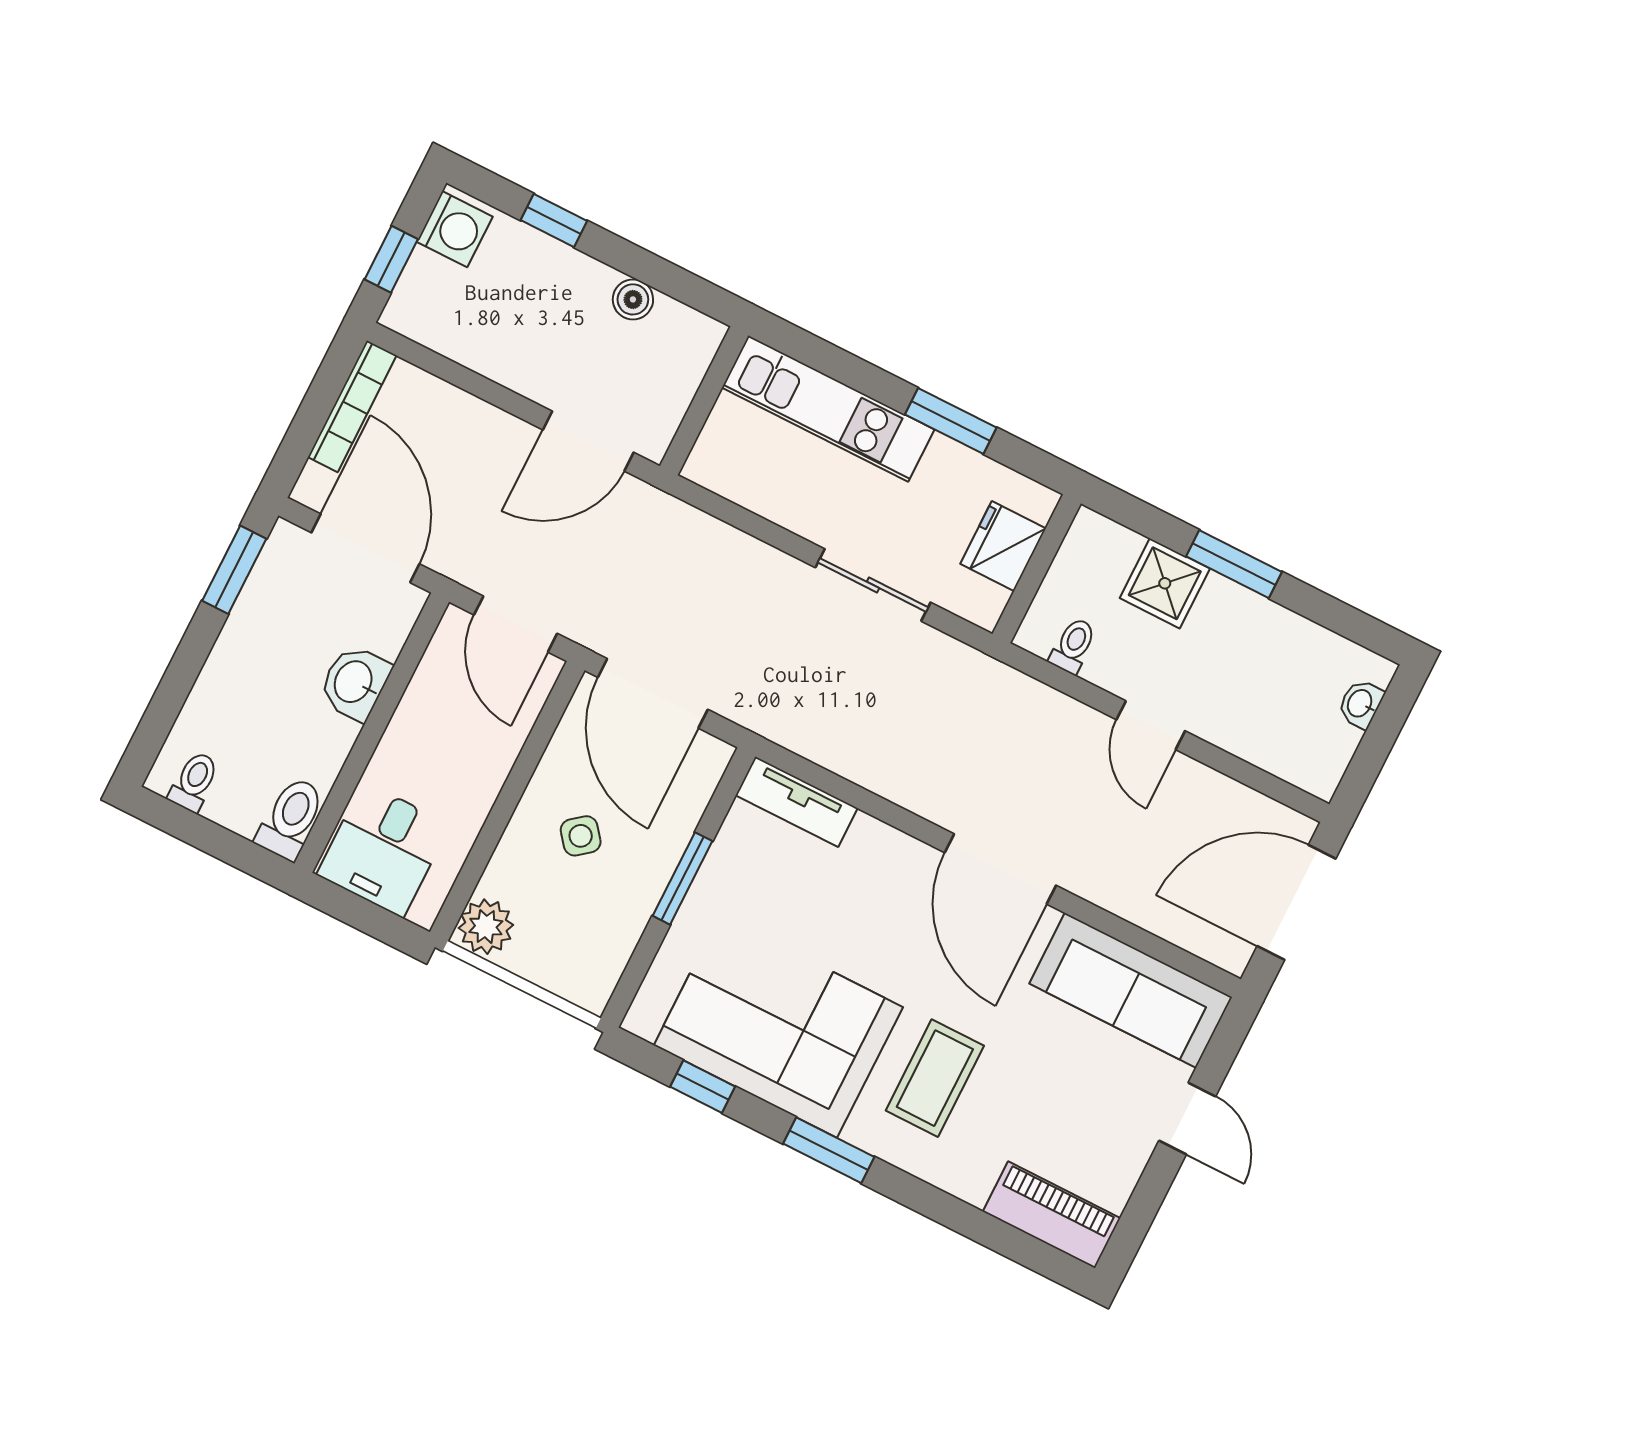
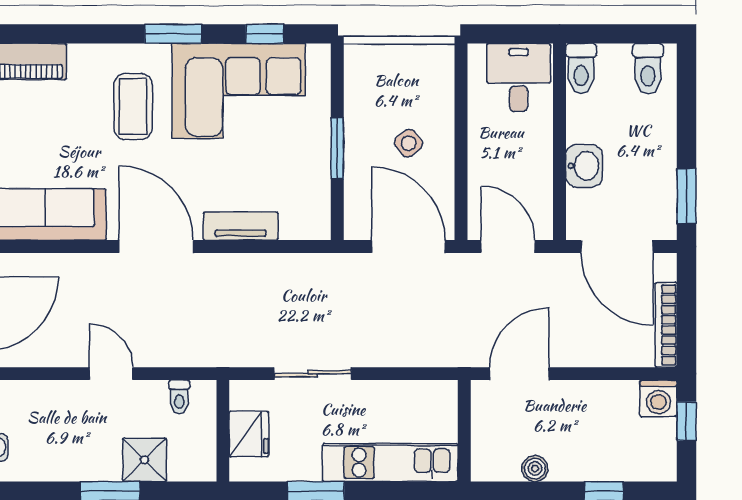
washing machine: (455, 229) -> (659, 398), moved, turned -90
toilet: (194, 782) -> (648, 69), width x1.37, depth x1.39
tv unit: (797, 802) -> (241, 226), moved
plant: (486, 927) -> (437, 63), removed

